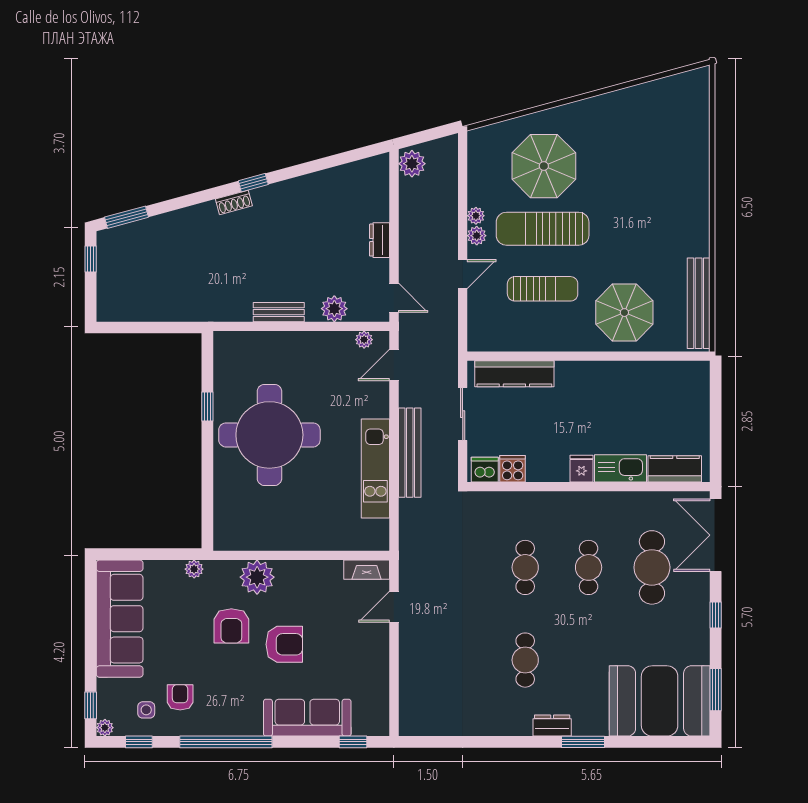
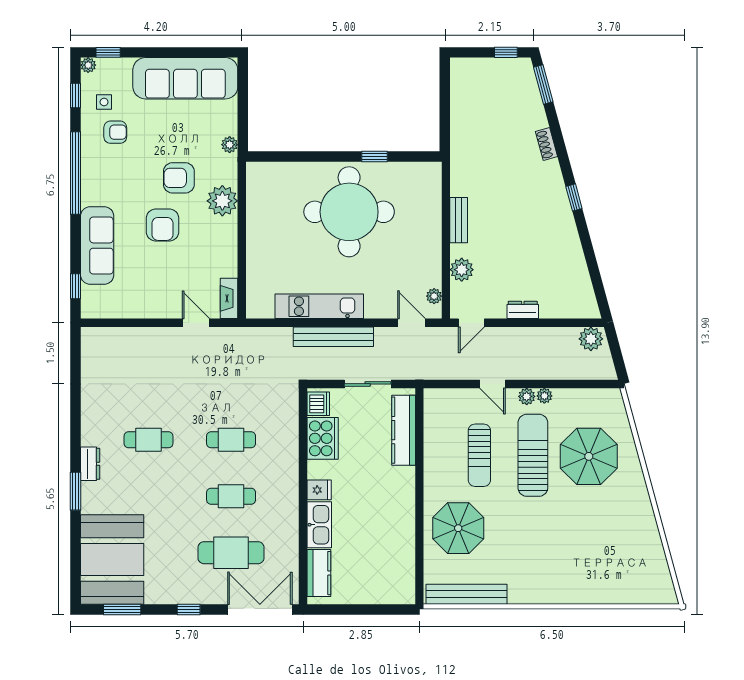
shoe rack: (234, 202) -> (546, 144), moved
cooker: (513, 469) -> (323, 438), width x1.87, depth x1.31

